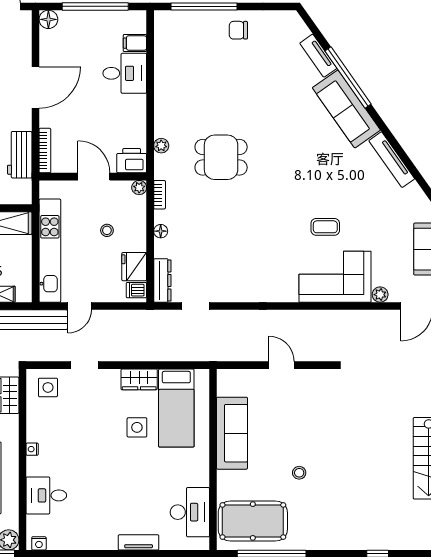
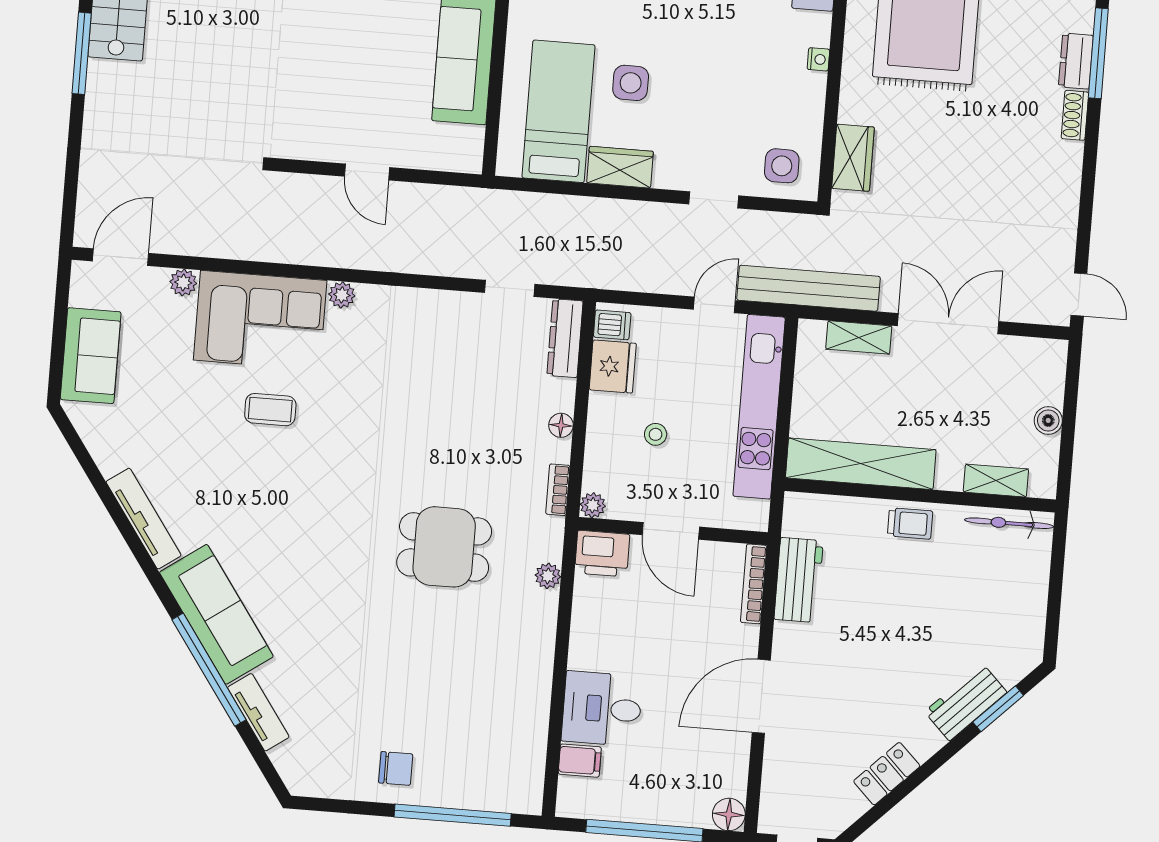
plant: (290, 295) -> (342, 295), added

